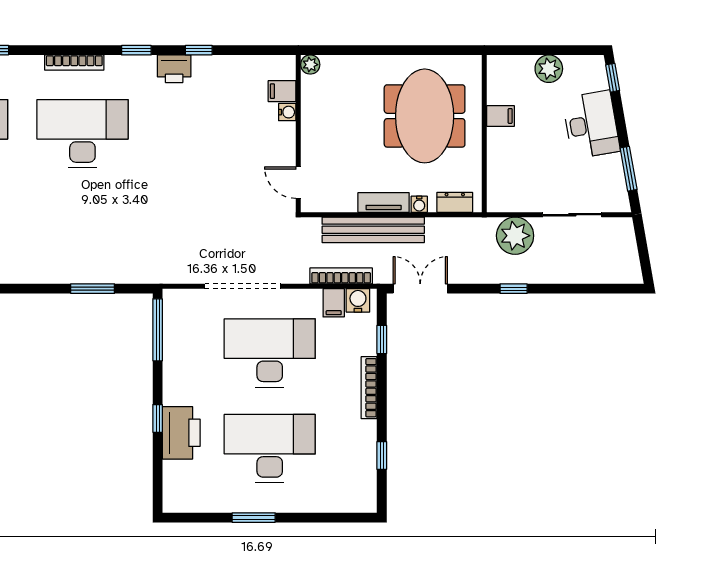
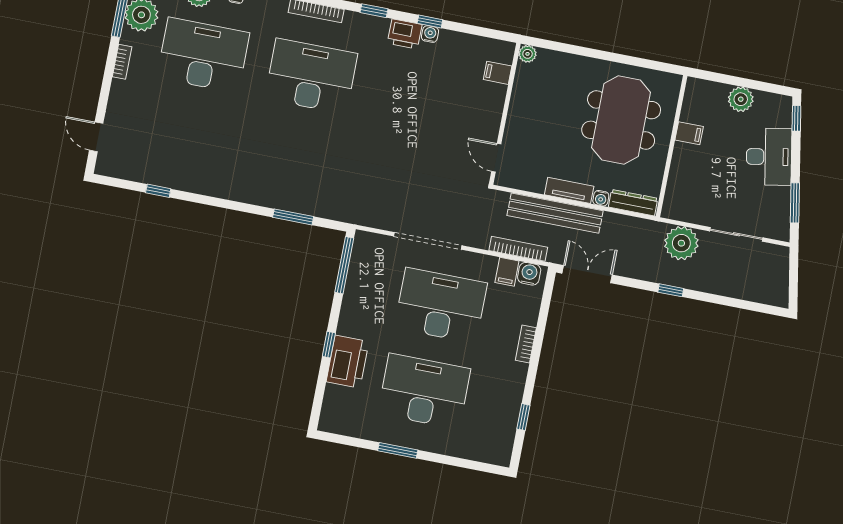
water cooler: (287, 112) -> (430, 34), moved, turned -90
dresser: (455, 202) -> (633, 203), width x1.44
window: (382, 339) -> (544, 313), removed
bookcase: (369, 388) -> (526, 344), width x0.64

